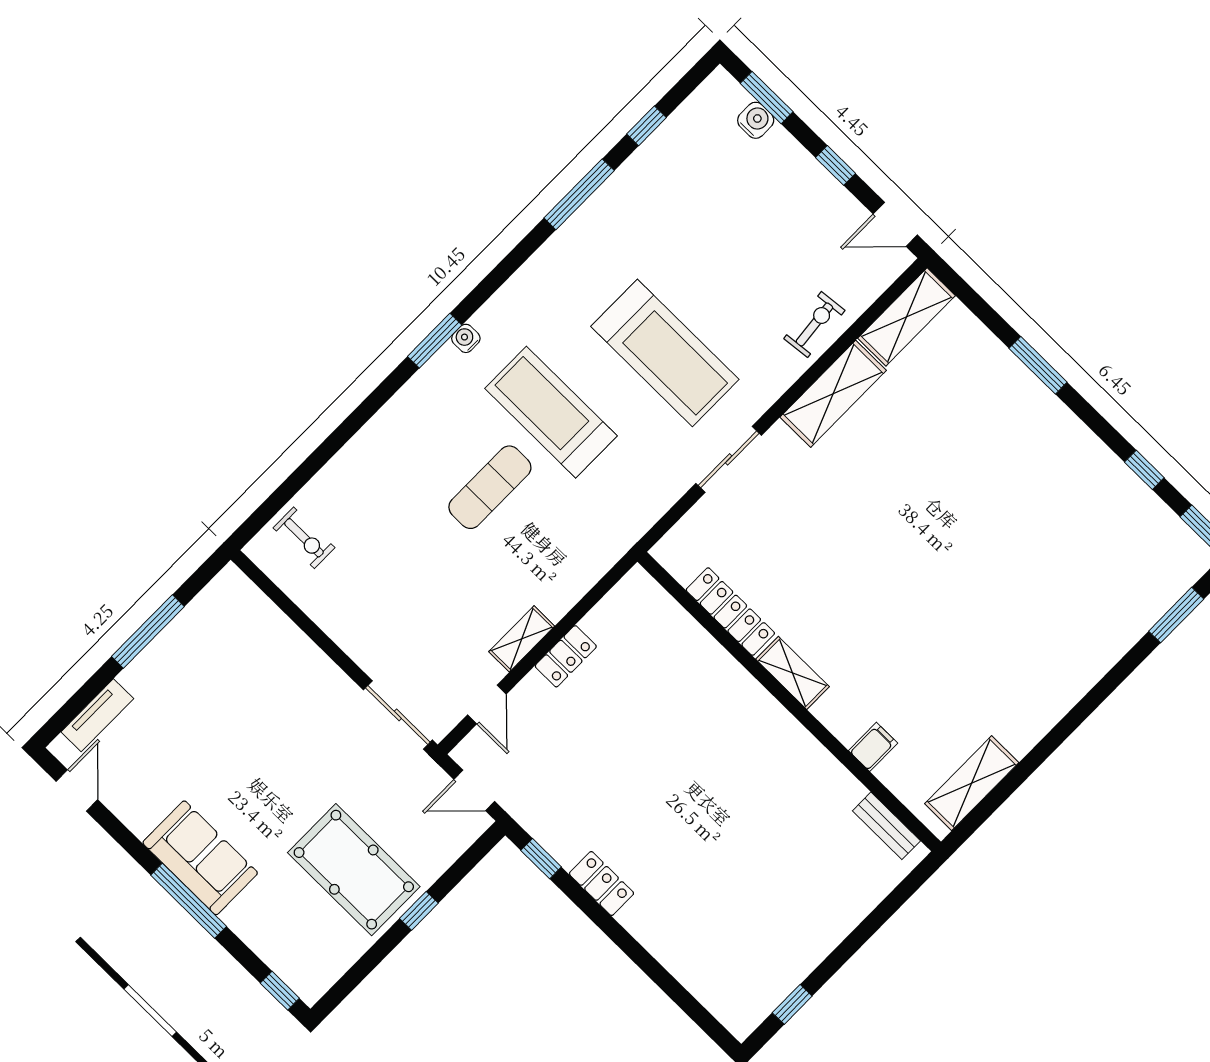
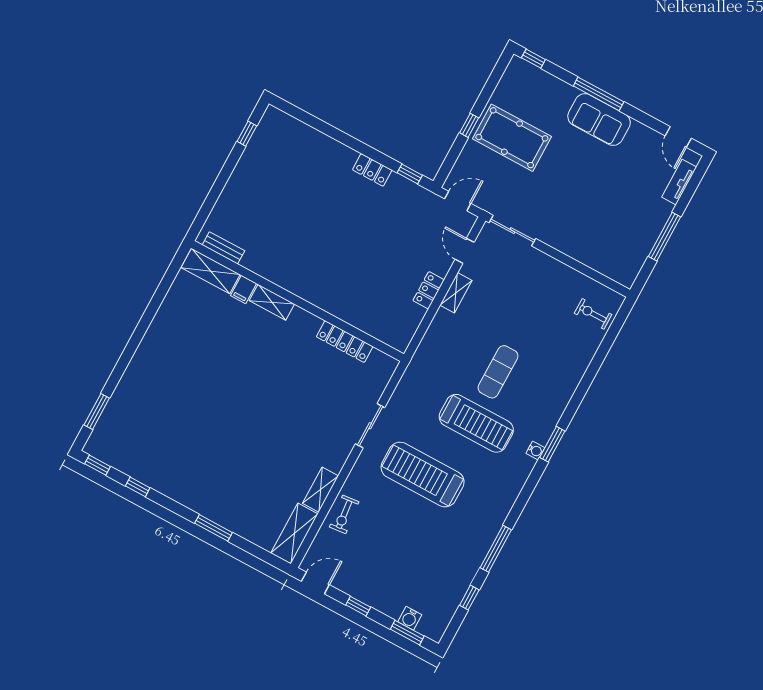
shelving: (833, 394) -> (320, 490), width x0.67, depth x0.75
shelving: (793, 673) -> (272, 302), moved
shelving: (972, 783) -> (211, 271), moved, turned 90

